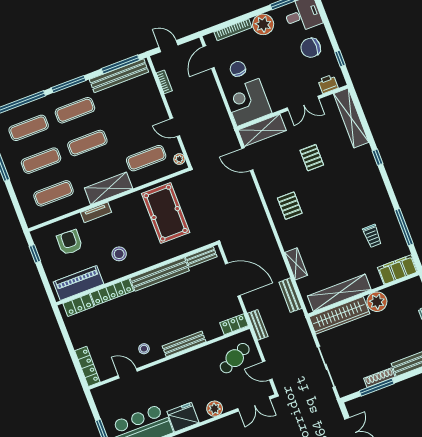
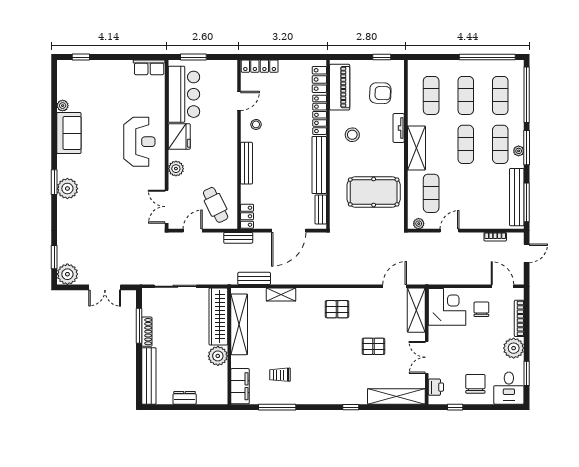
chair: (238, 69) -> (481, 309), turned -87
plant: (74, 91) -> (519, 151), added

